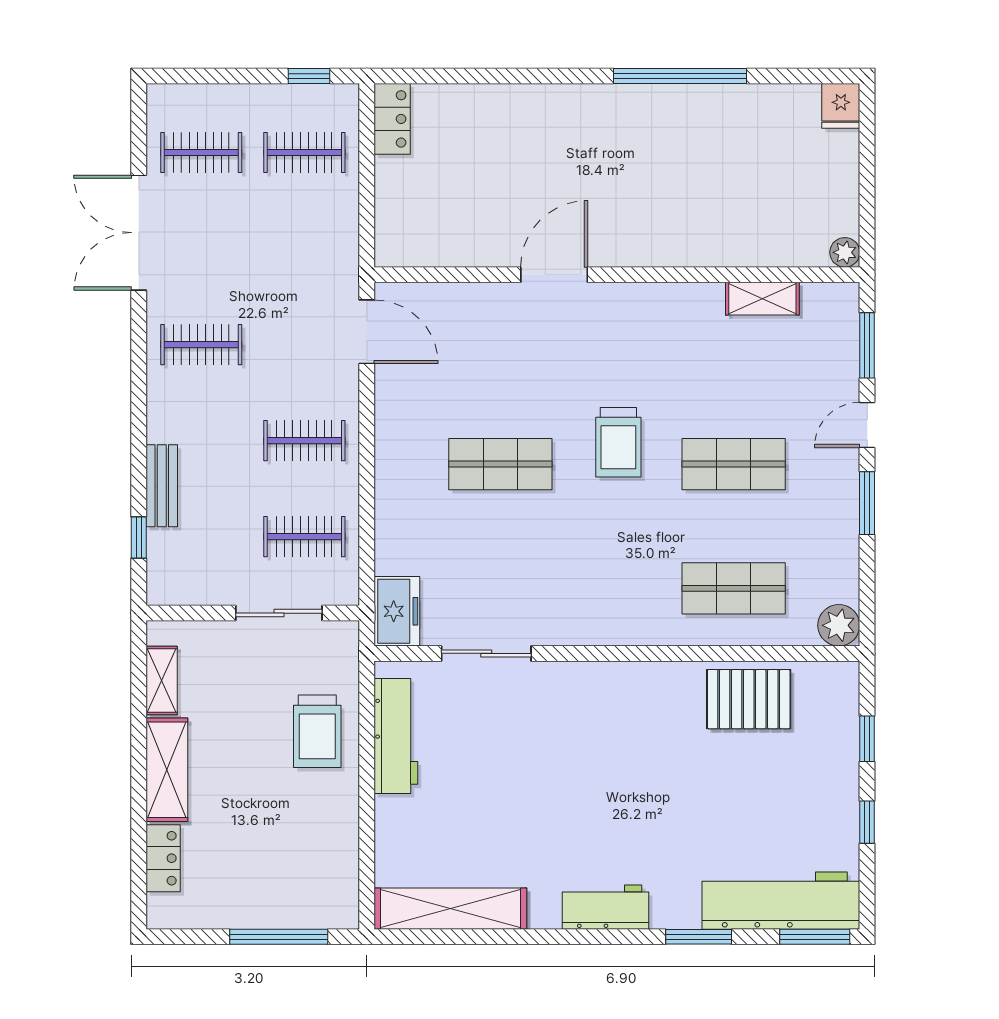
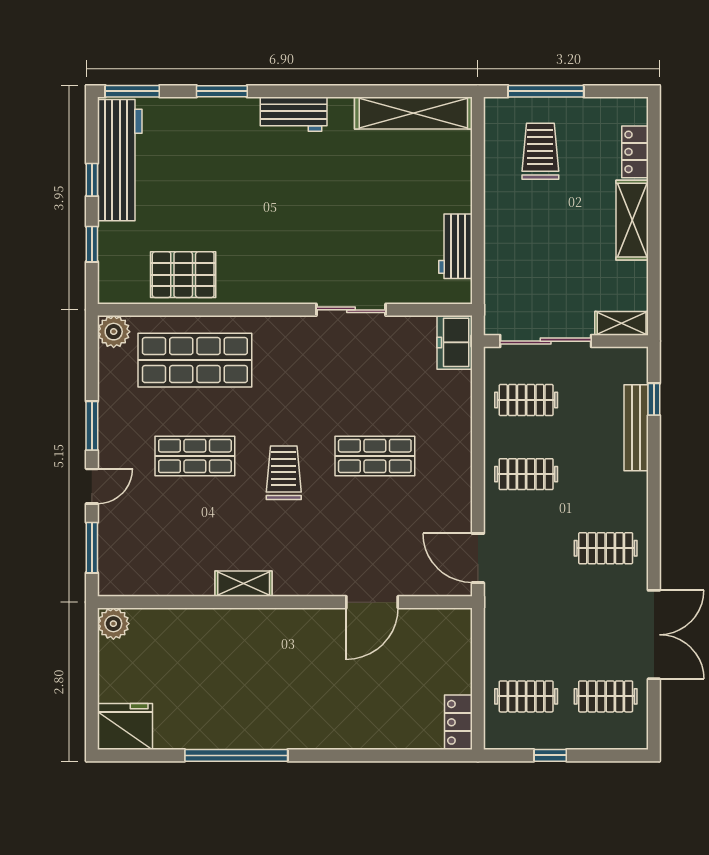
window: (309, 76) -> (550, 755), moved
fridge: (841, 106) -> (125, 727), width x1.88, depth x1.34
plant: (845, 252) -> (113, 624), width x1.38, depth x1.38
door: (554, 275) -> (372, 602), moved
shelving: (762, 299) -> (244, 584), moved
bench: (162, 486) -> (636, 428), width x1.36
shop shelf: (734, 588) -> (195, 360), width x1.43, depth x1.36
sliding door: (279, 613) -> (546, 341), width x1.37
sliding door: (486, 653) -> (351, 310), moved
shelving: (162, 681) -> (622, 323), moved, turned 90
trolley: (317, 731) -> (540, 151), moved
workbench: (396, 736) -> (455, 246), width x0.73
workbench: (781, 901) -> (120, 160), moved, turned -90

